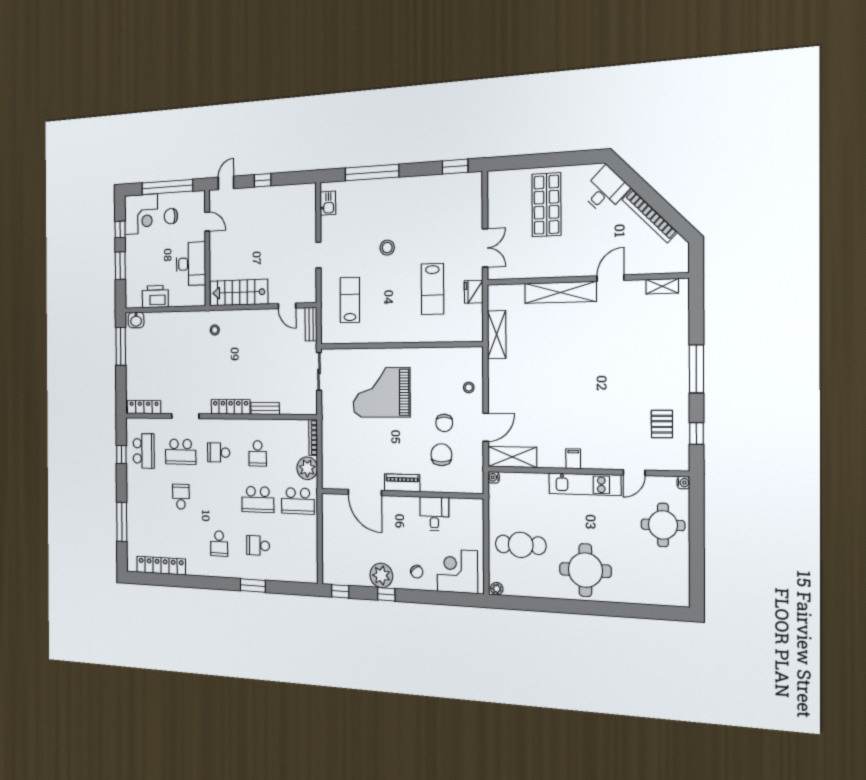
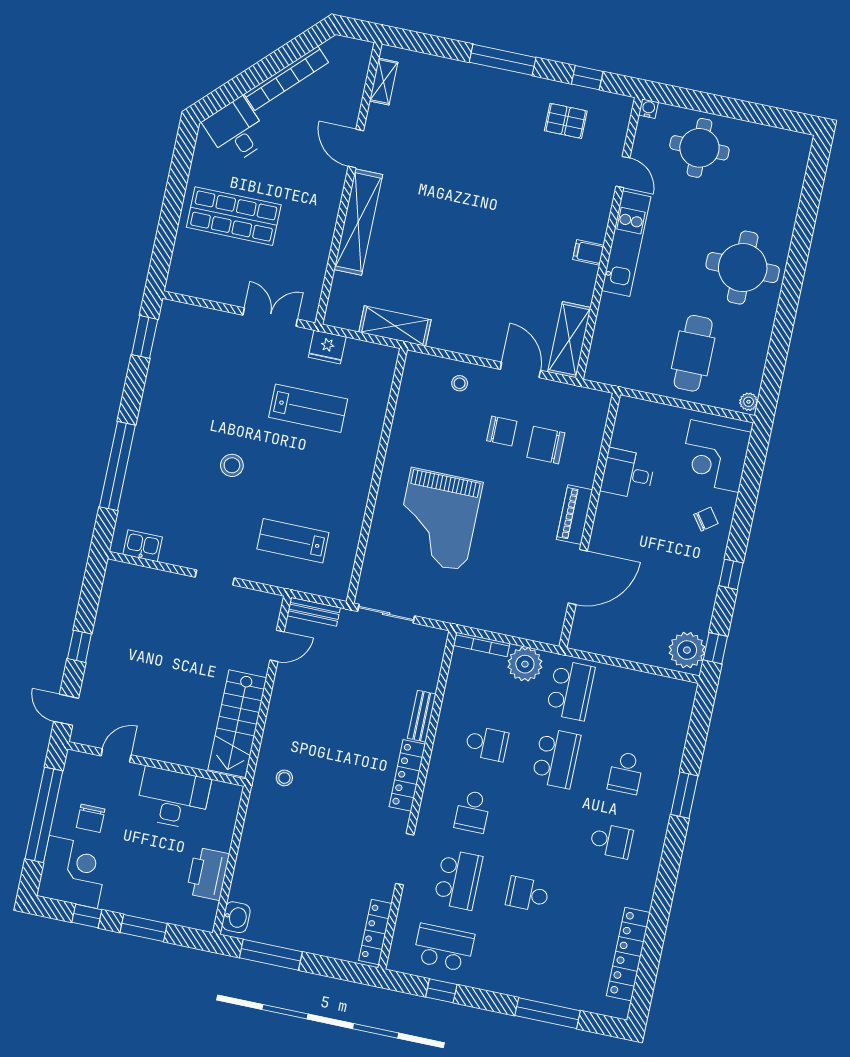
water cooler: (494, 477) -> (593, 373), removed
plant: (381, 575) -> (687, 650), moved

